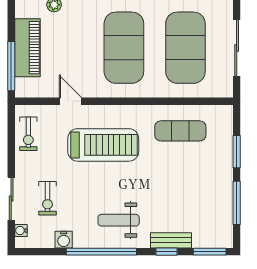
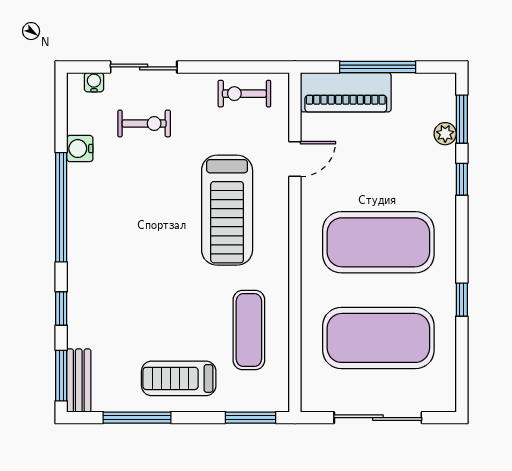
piano: (27, 48) -> (346, 92), moved
window: (11, 66) -> (378, 67), moved
window: (237, 152) -> (250, 418), moved
treadmill: (211, 176) -> (179, 378), added
exercise bike: (48, 198) -> (144, 123), turned 180
weight bench: (119, 220) -> (110, 234), removed
bench: (171, 240) -> (79, 380), moved

